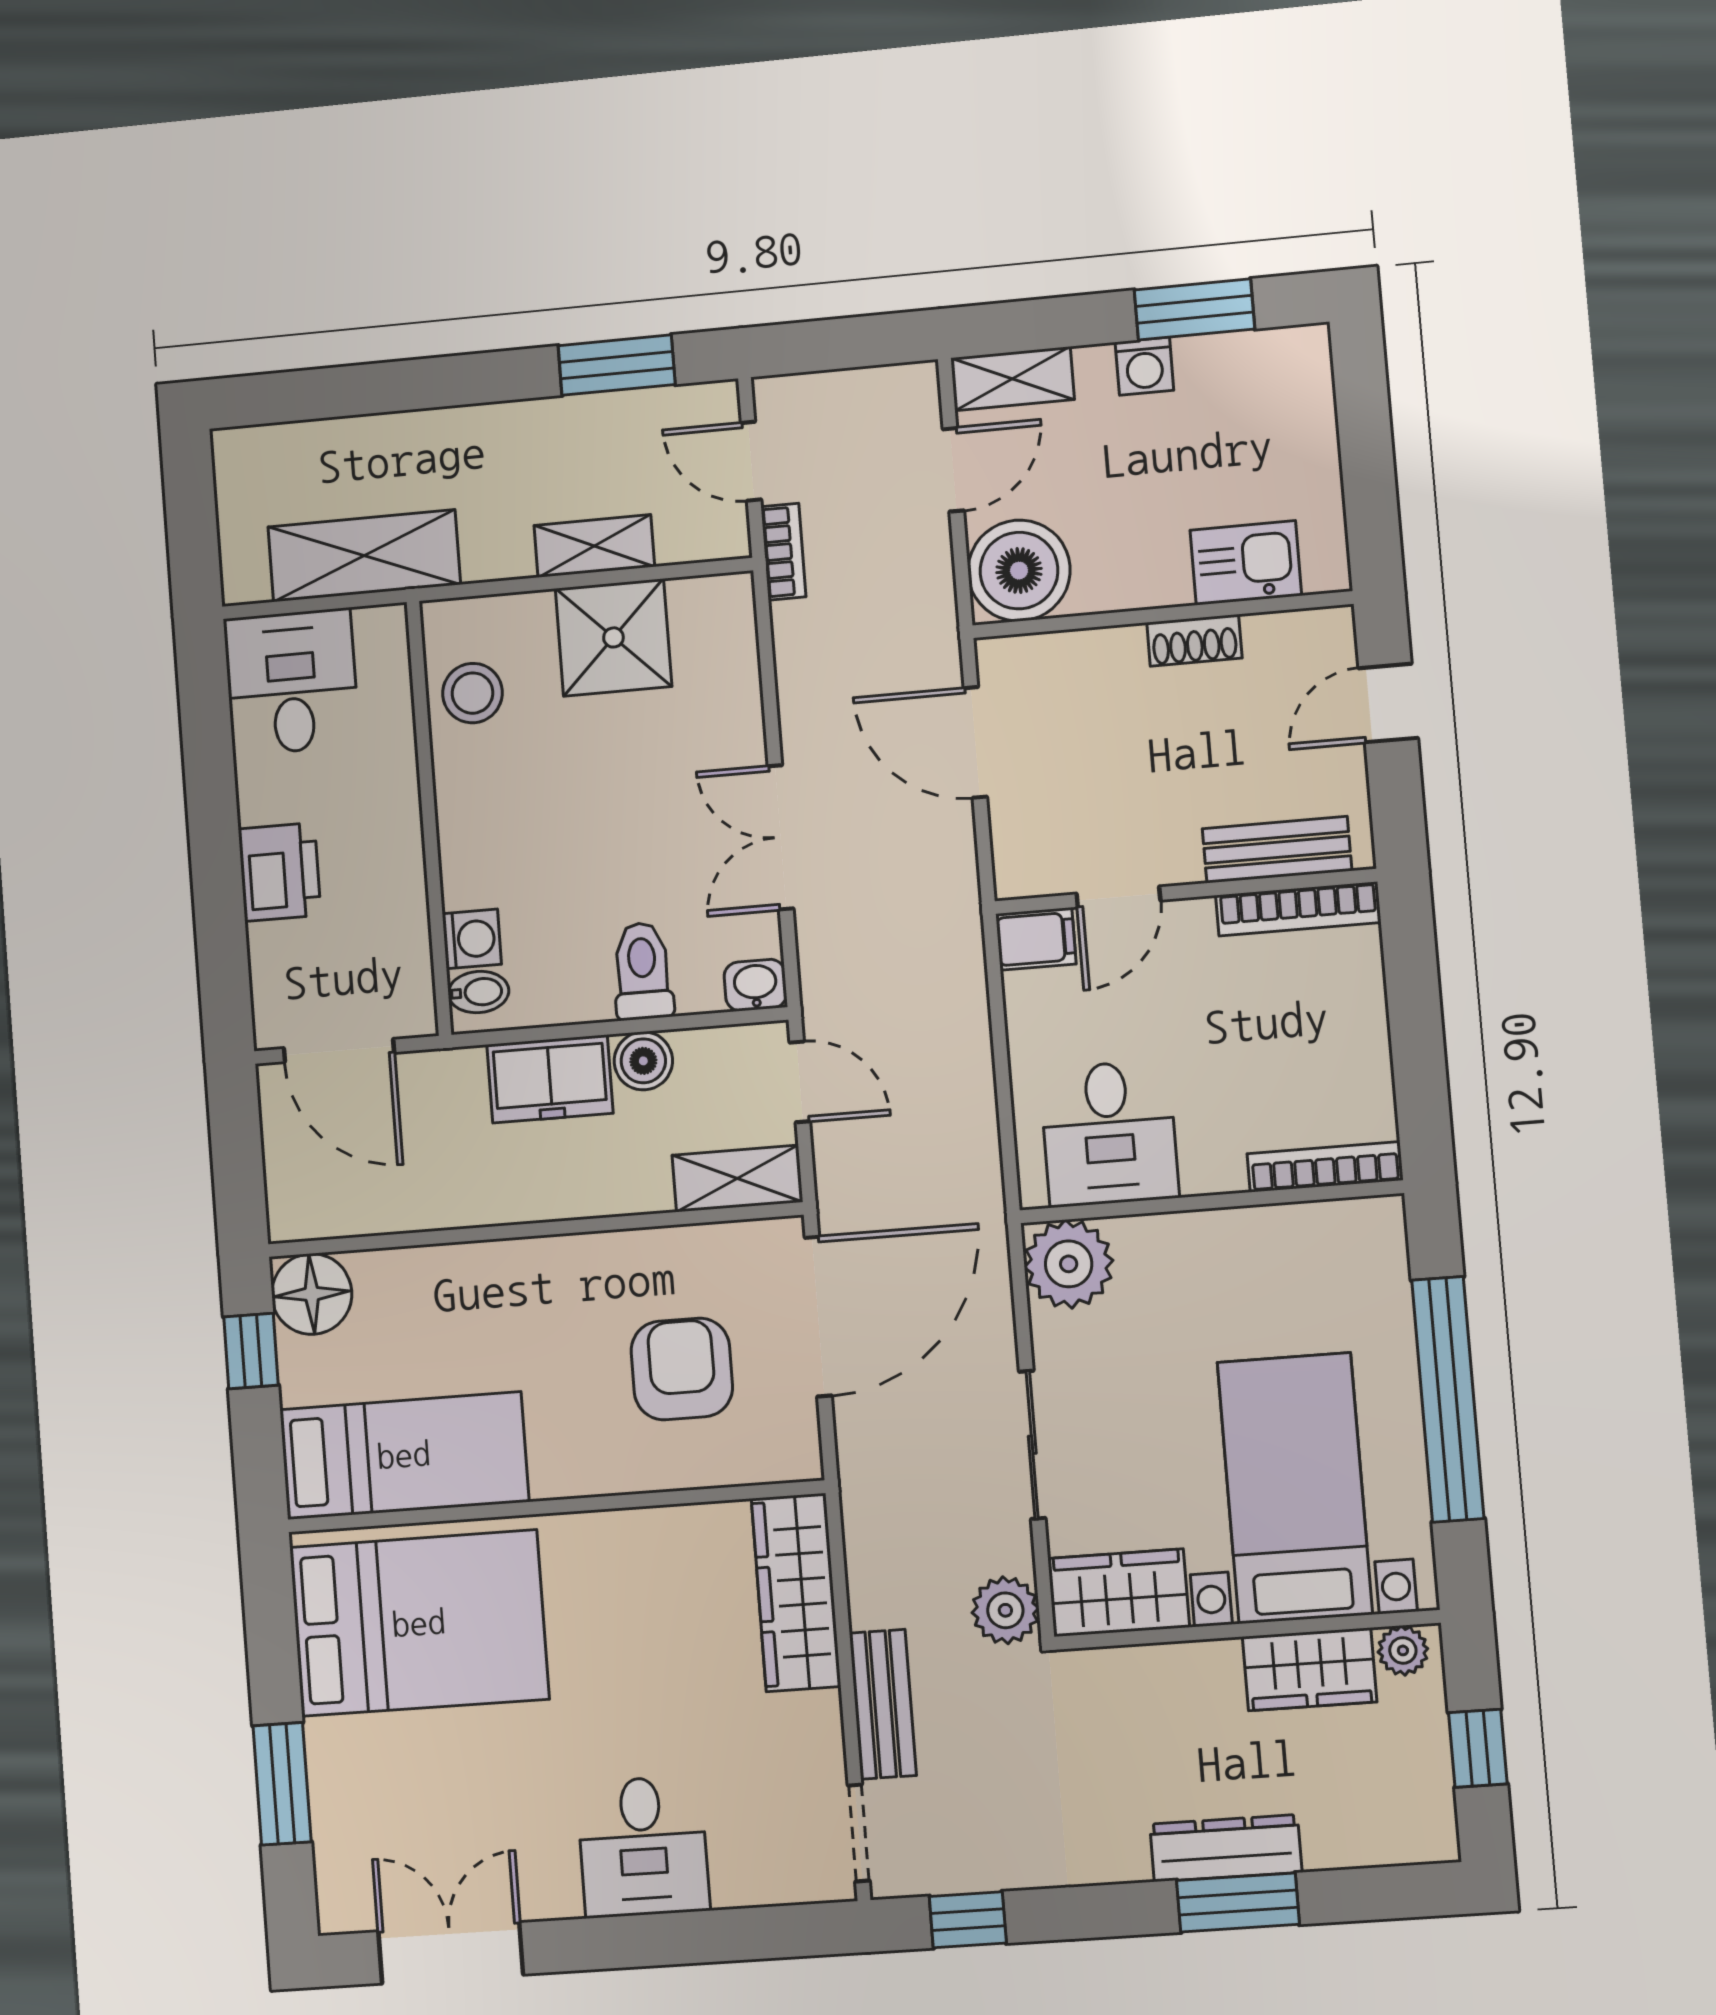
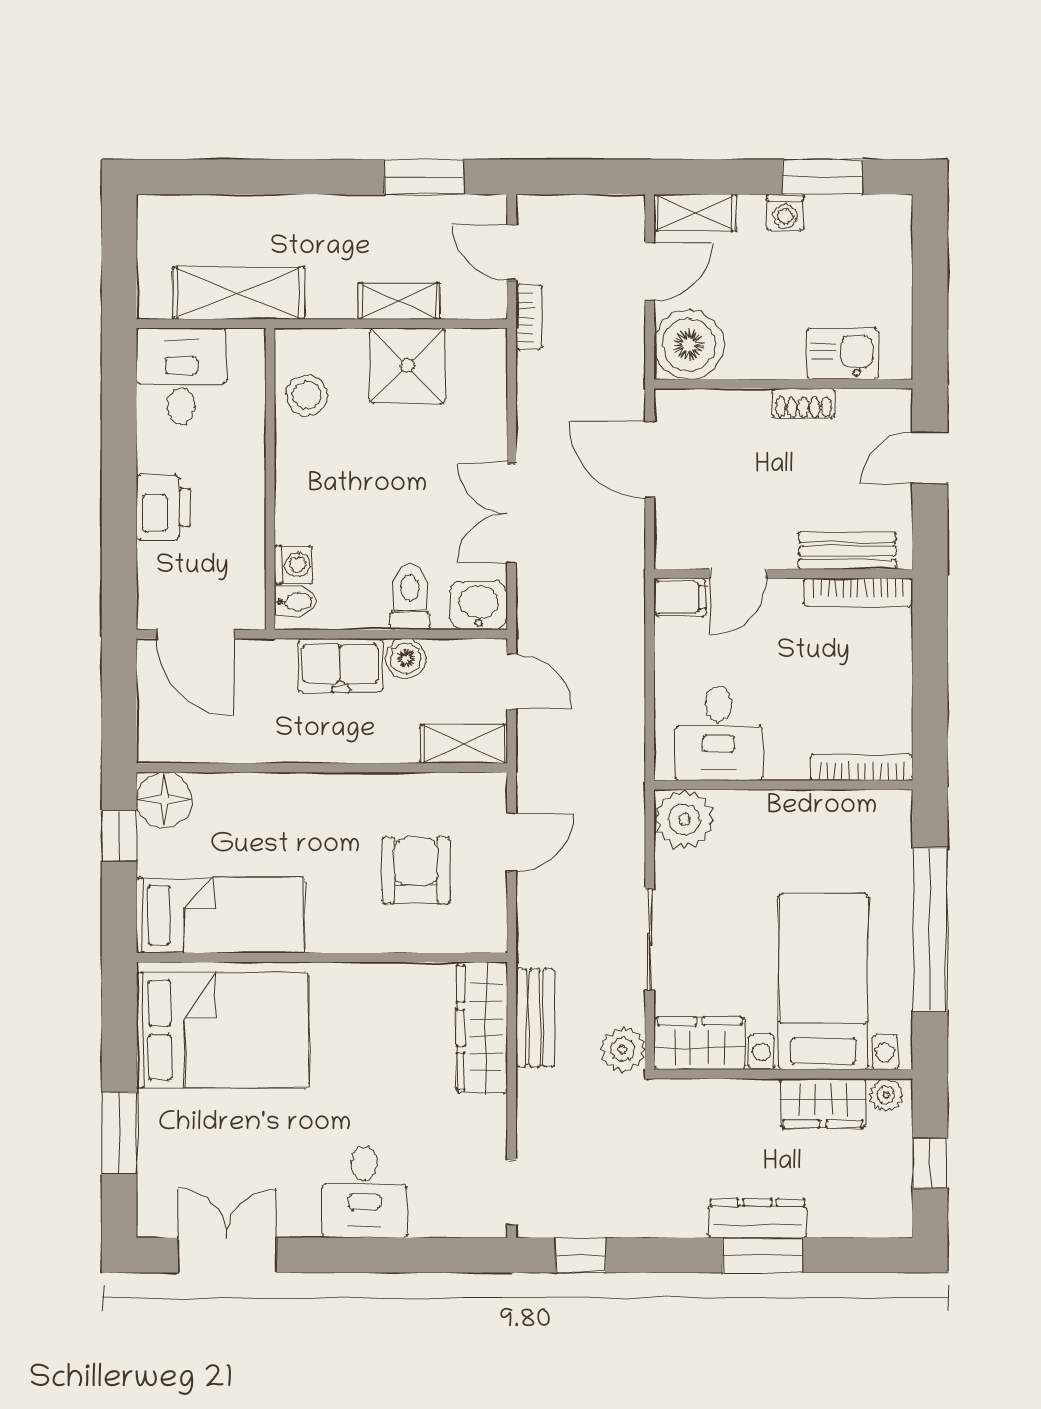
washbasin: (755, 985) -> (479, 605), width x1.38, depth x1.45
door: (818, 1317) -> (512, 842), width x0.53
bench: (883, 1704) -> (535, 1018), moved

